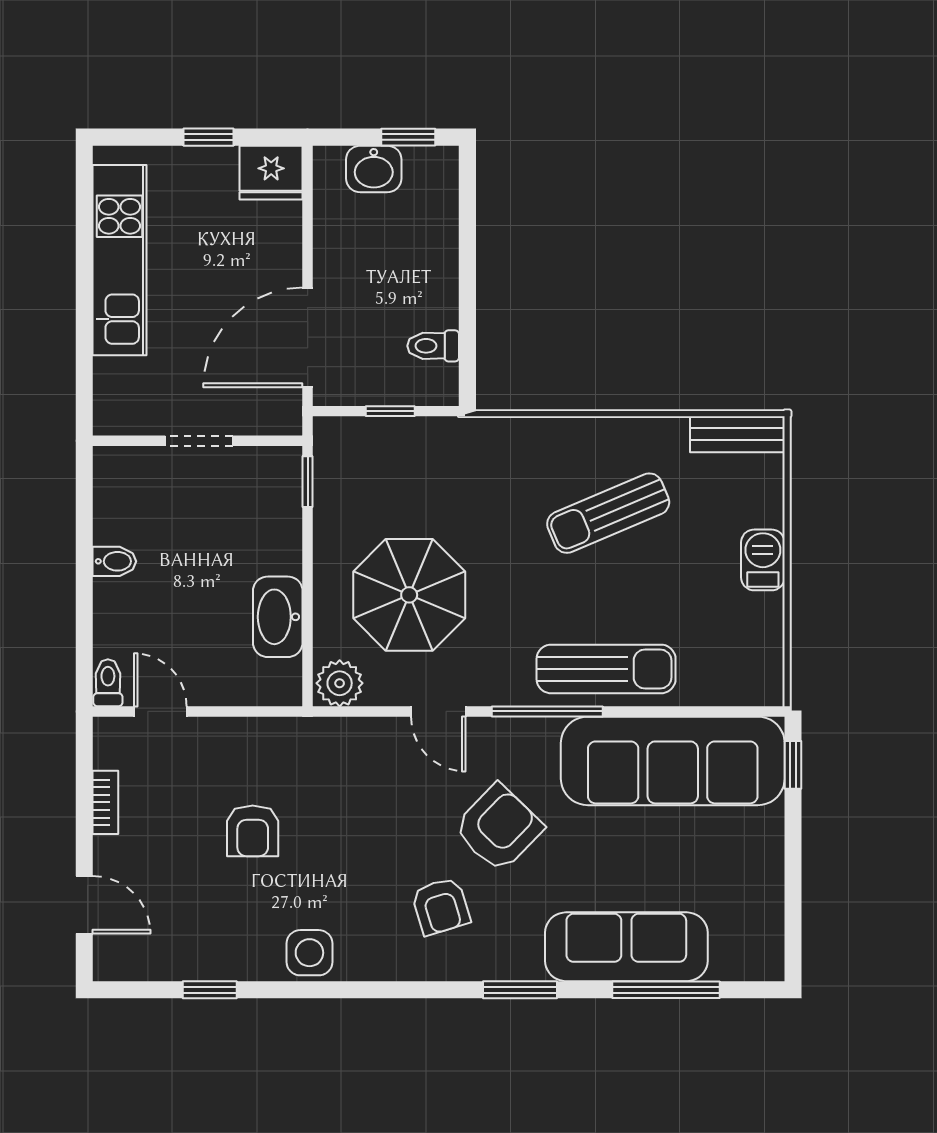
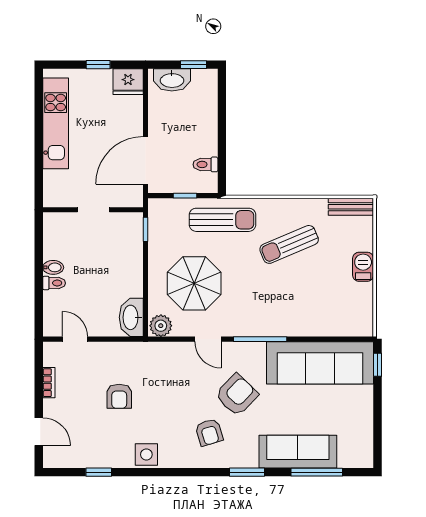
washbasin: (374, 169) -> (172, 80), width x1.38
washbasin: (278, 617) -> (131, 317), moved
sun lounger: (606, 669) -> (223, 220), moved
toilet: (108, 683) -> (54, 283), moved, turned 90

